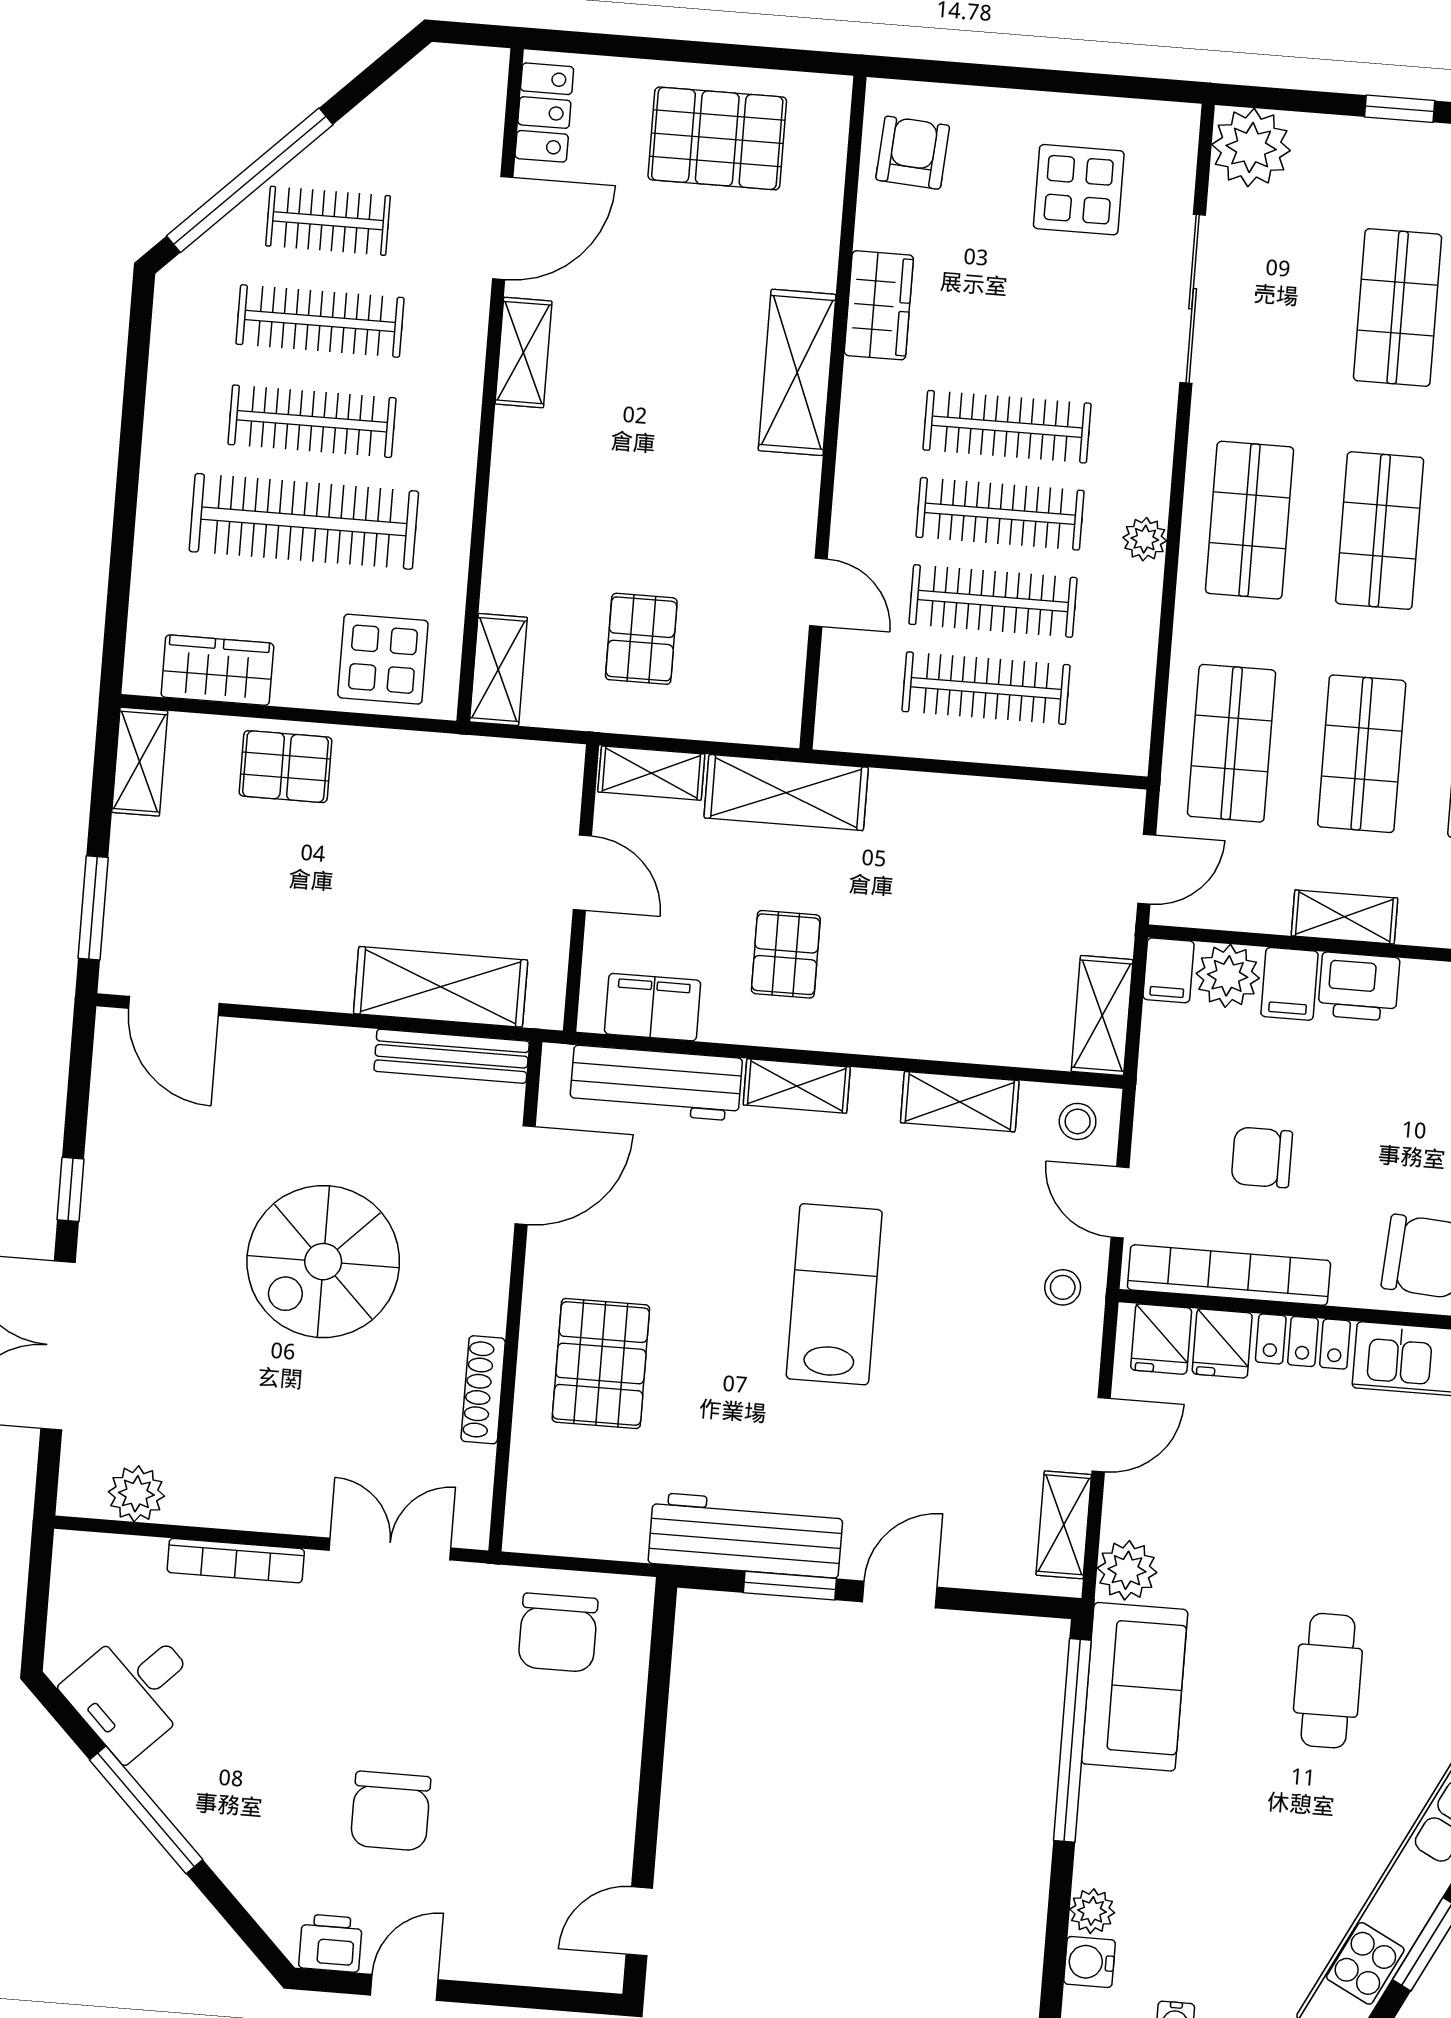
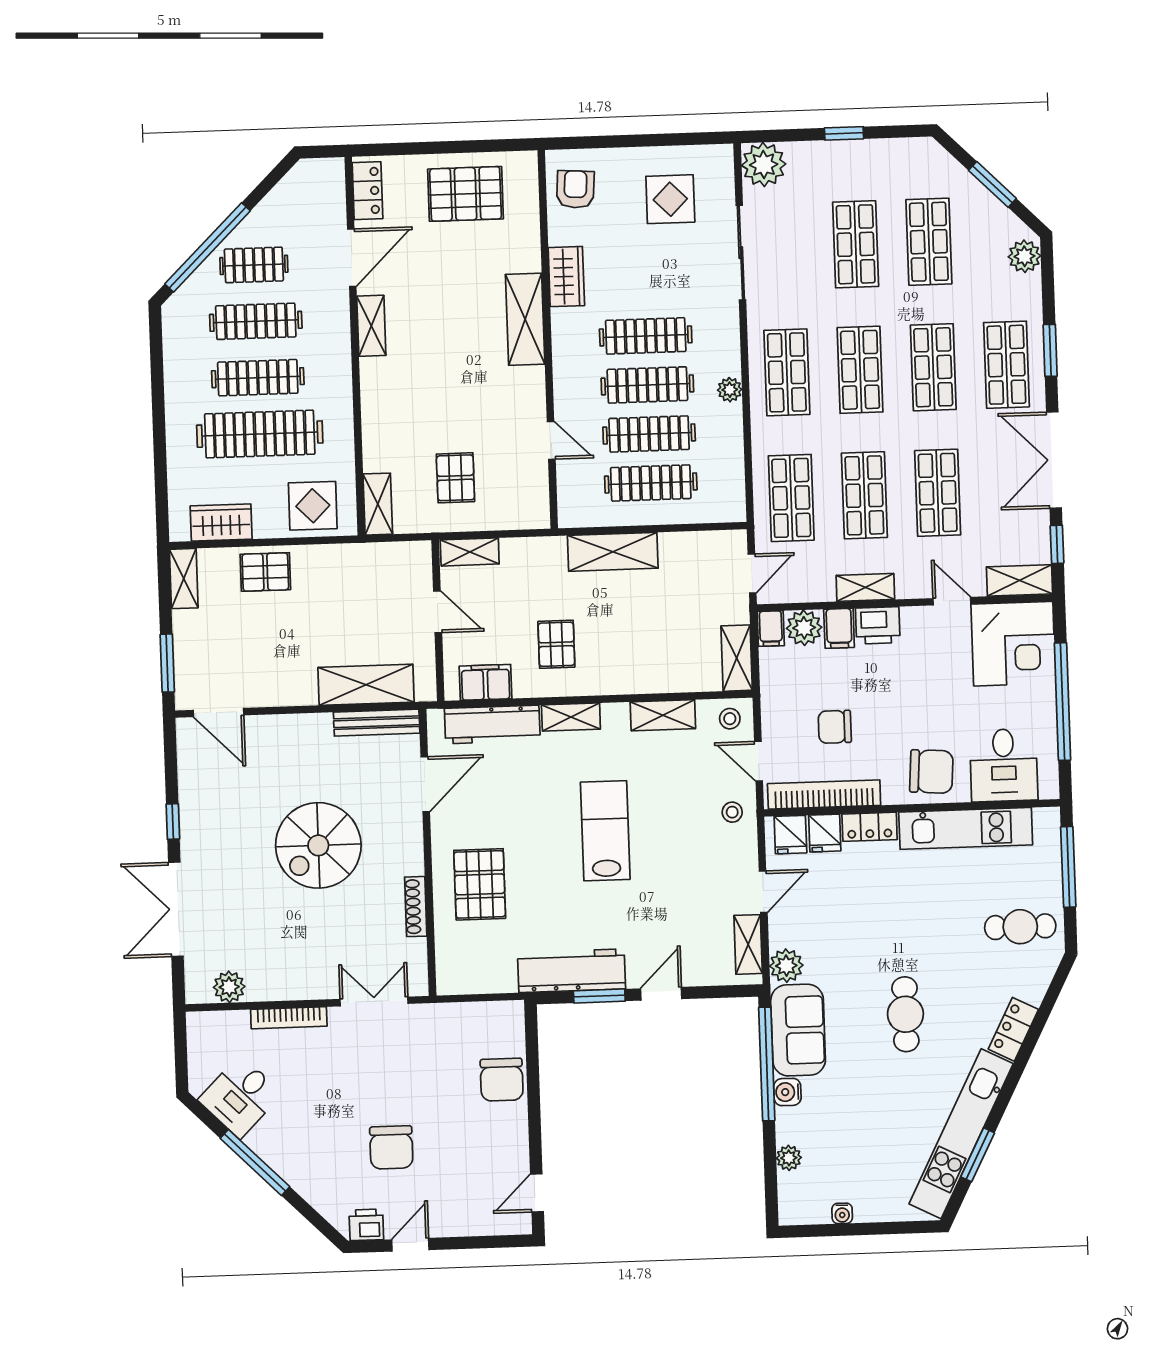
shelving: (786, 793) -> (613, 552), moved
chair: (558, 1633) -> (502, 1080), moved
water cooler: (1090, 1962) -> (787, 1092), moved

